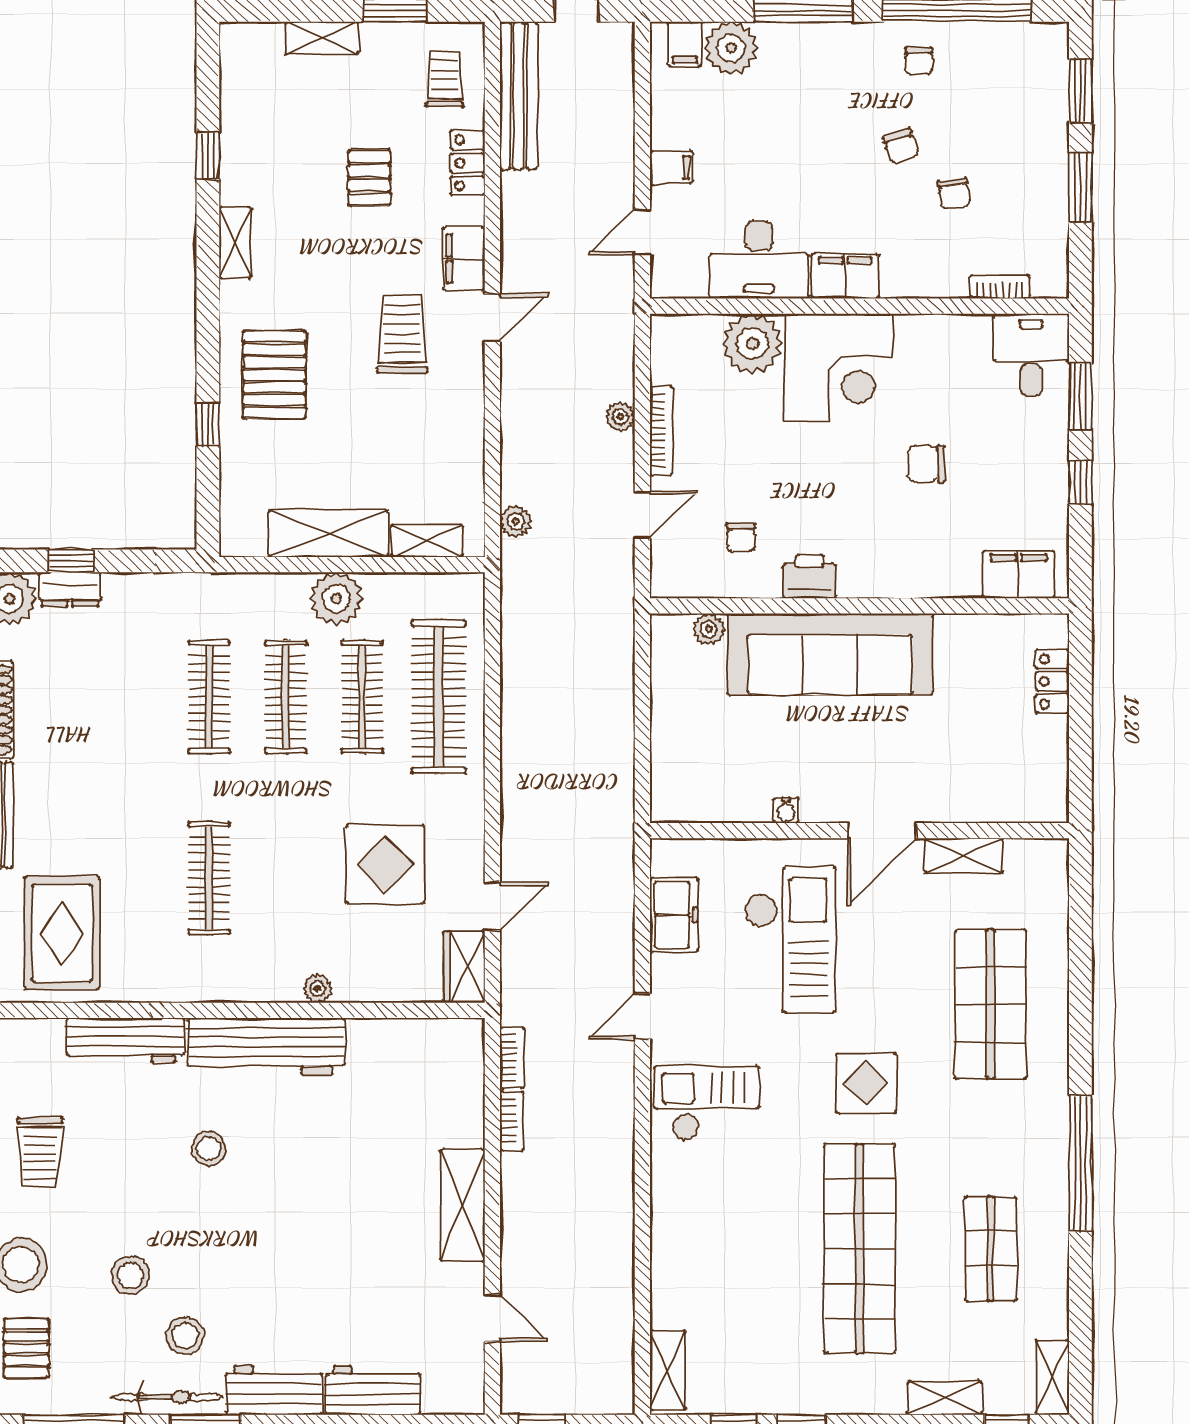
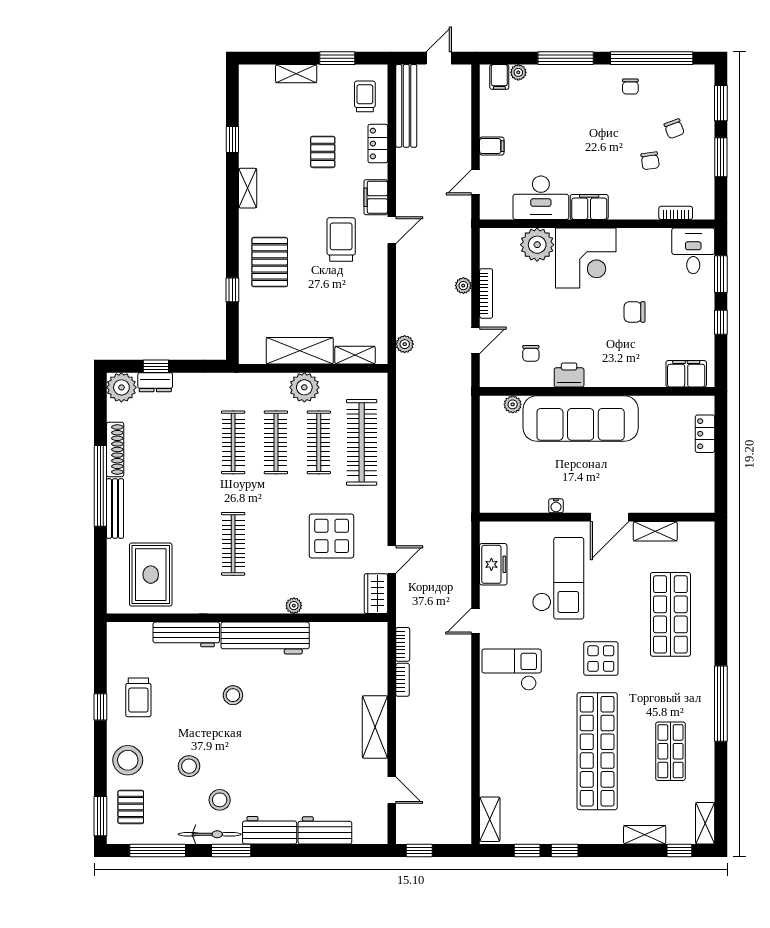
plant: (731, 48) -> (518, 72), width x0.53, depth x0.53
chair: (901, 146) -> (674, 129), moved

